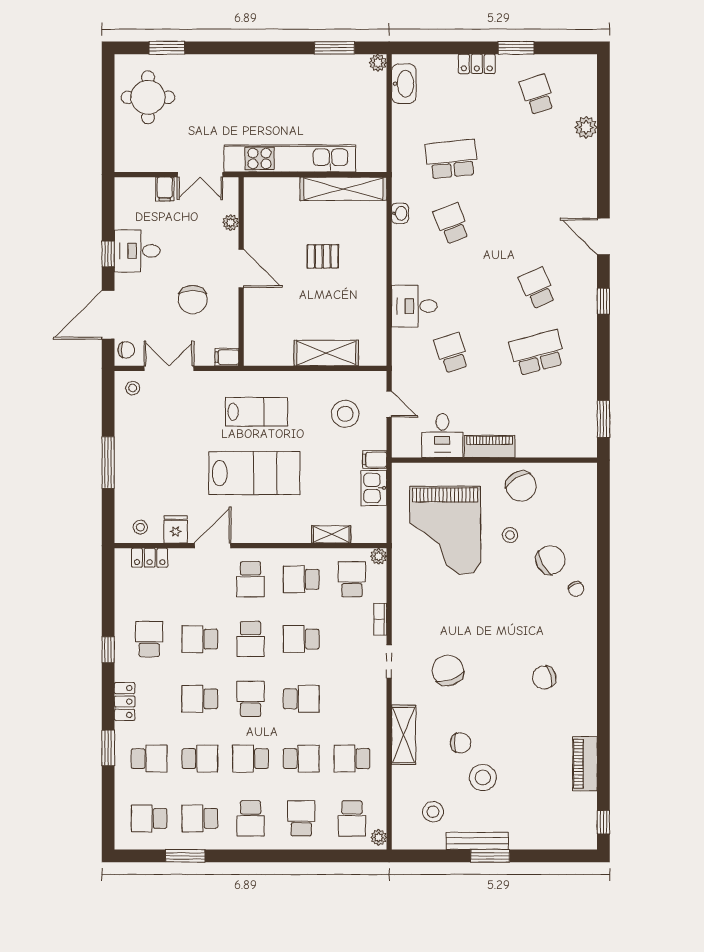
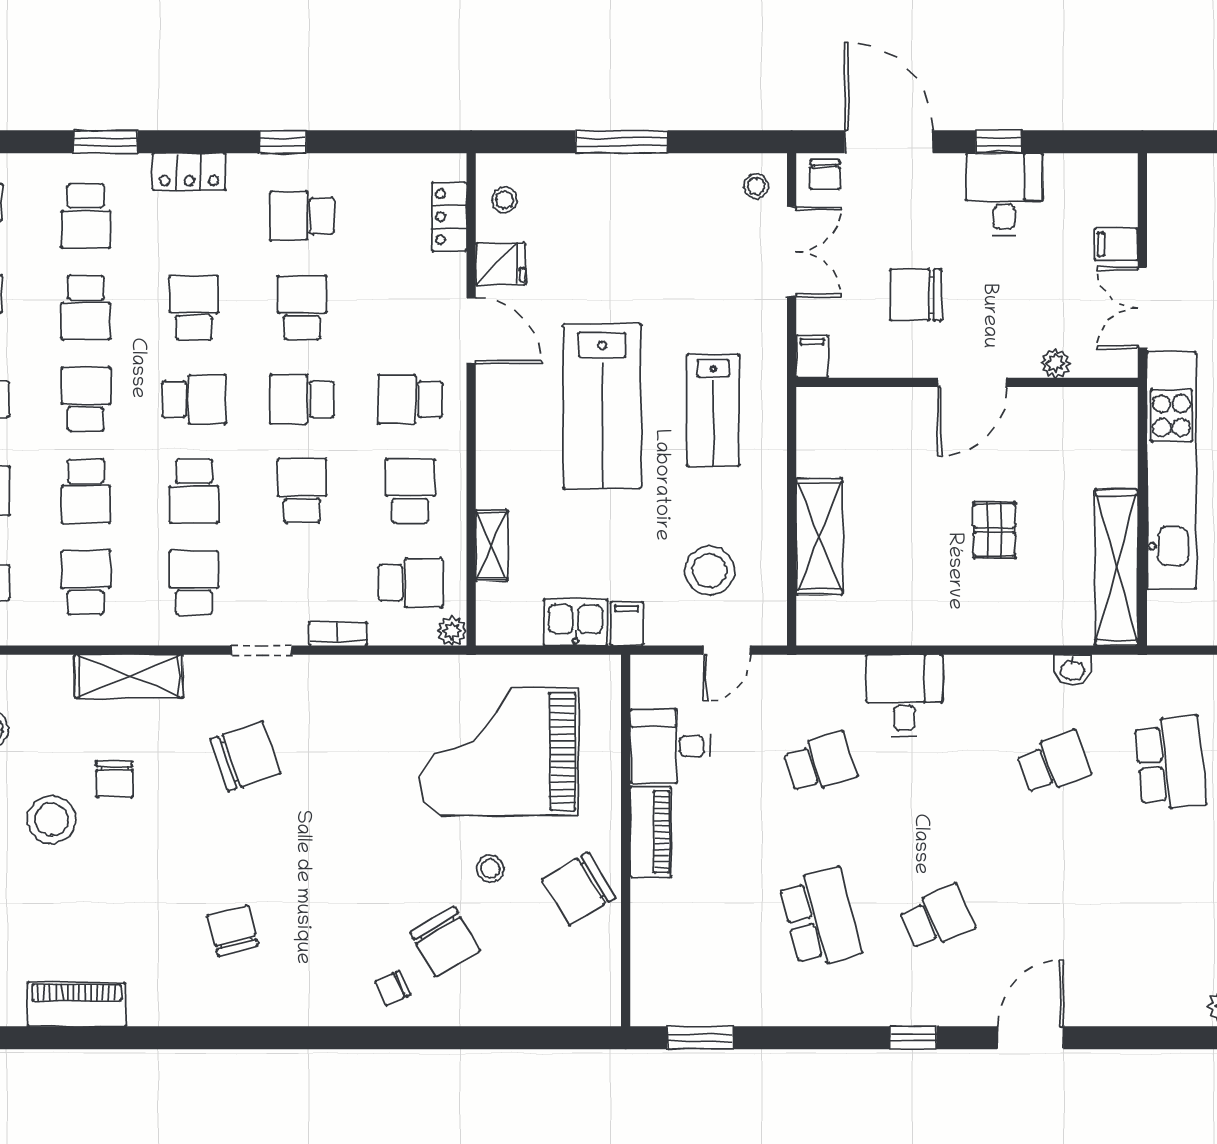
school desk: (149, 639) -> (302, 216), turned 180
school desk: (352, 699) -> (194, 583), added

